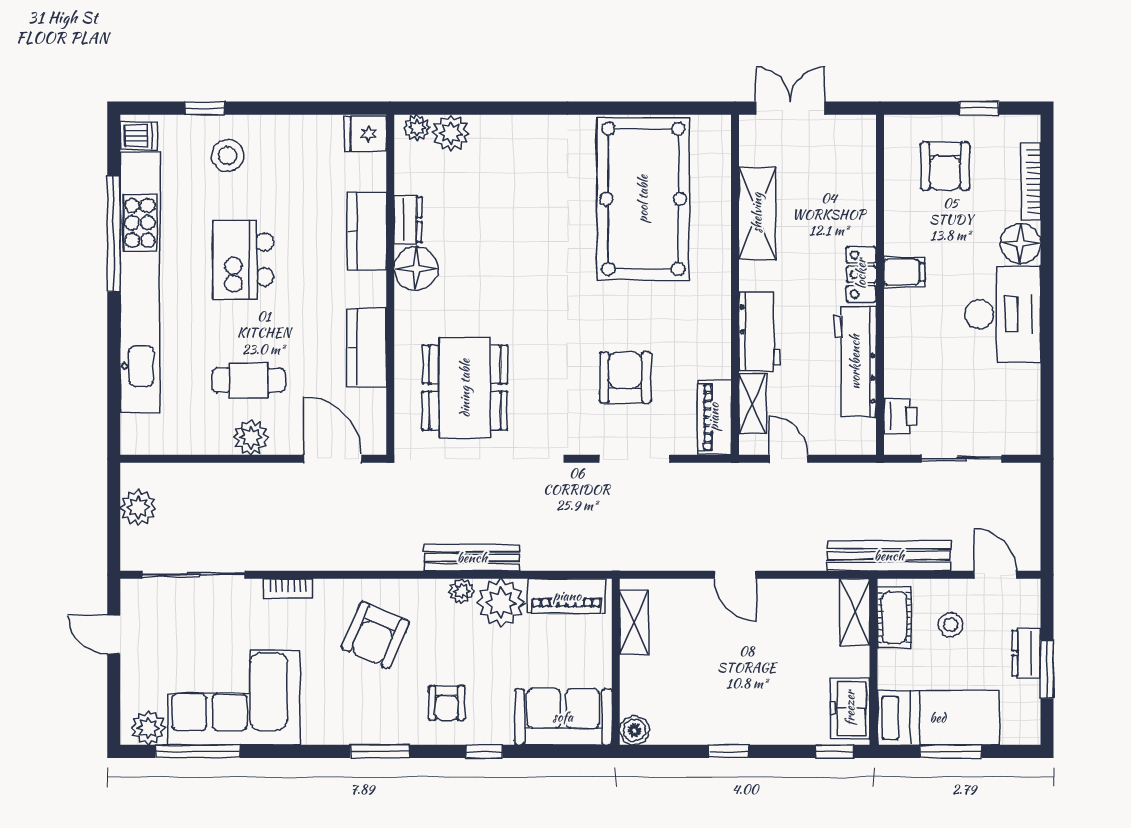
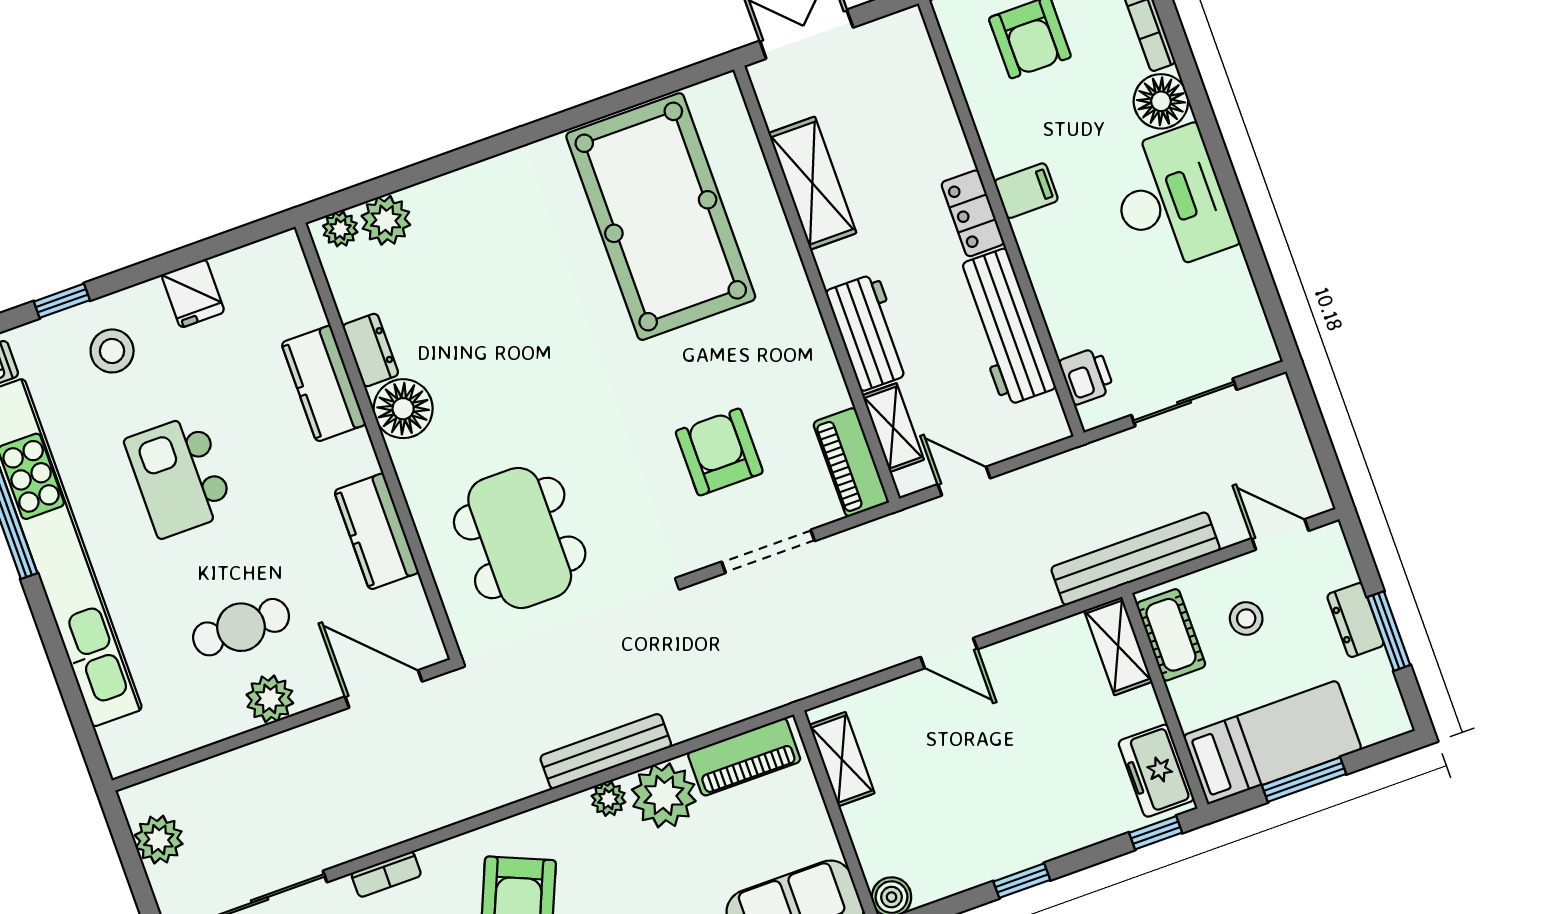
fridge: (365, 134) -> (193, 293), moved, turned -90

